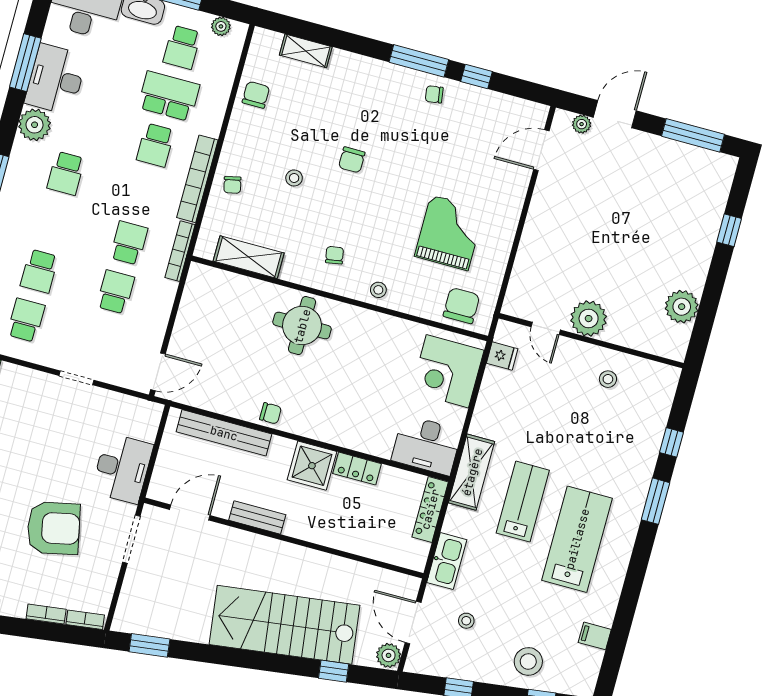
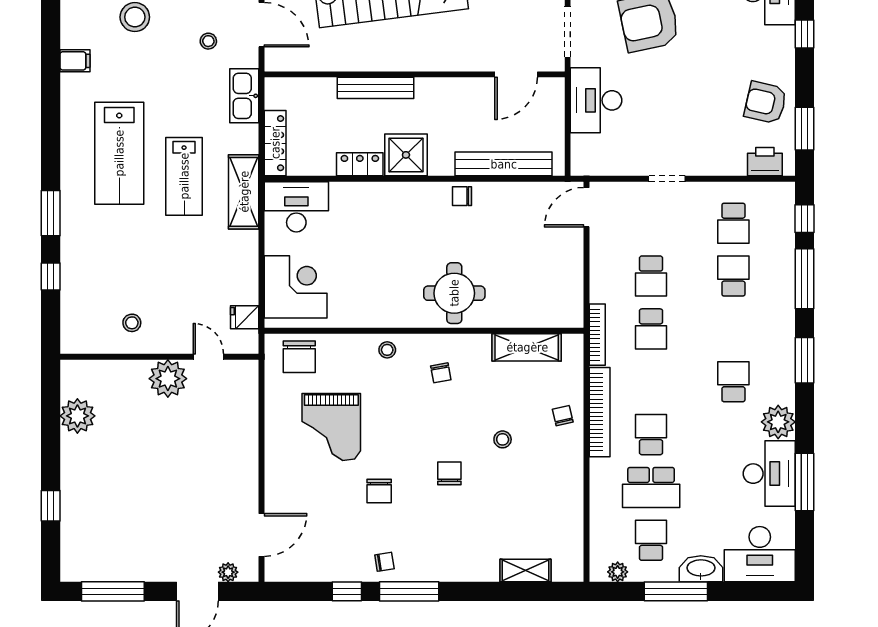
chair: (256, 95) -> (379, 491), moved
bench: (257, 517) -> (376, 88), moved, width x1.36

